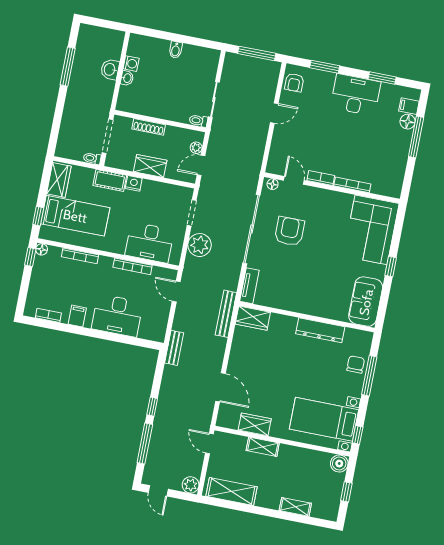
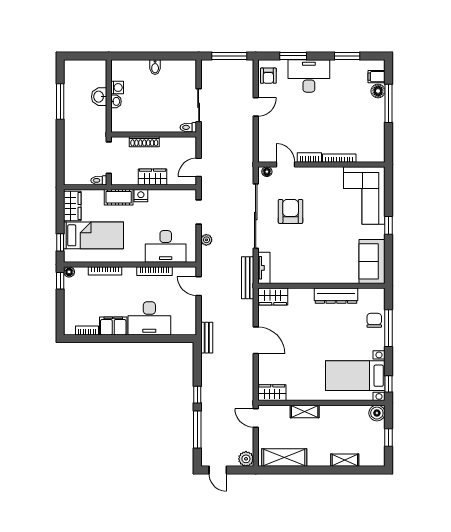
desk: (356, 95) -> (309, 76), moved
plant: (196, 148) -> (191, 152), removed
plant: (200, 245) -> (206, 240), width x0.53, depth x0.53
bench: (226, 314) -> (248, 278), moved
filing cabinet: (77, 316) -> (113, 326), width x2.00
door: (220, 387) -> (256, 340), moved
wardrobe: (255, 424) -> (272, 393), moved

